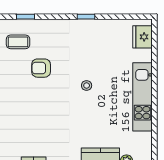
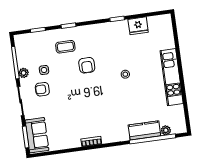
fridge: (143, 37) -> (138, 26), moved, turned -90
armchair: (41, 68) -> (87, 65), turned -90

